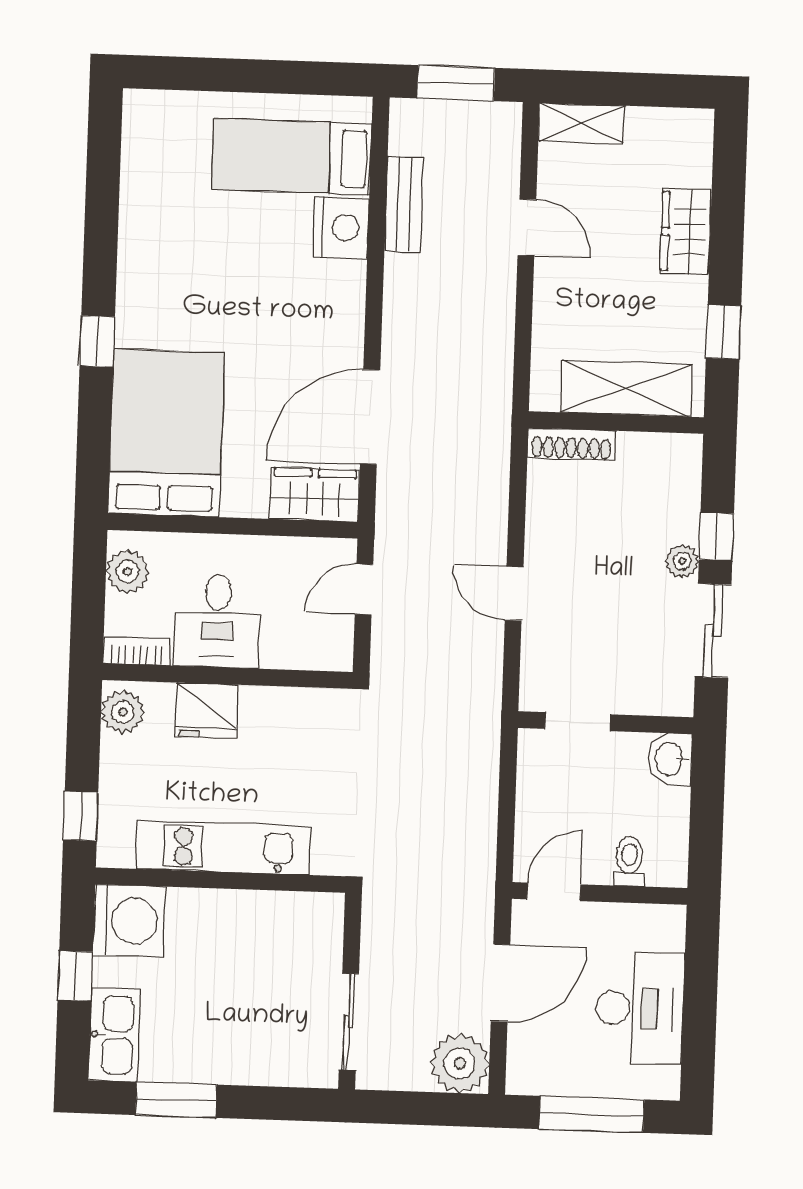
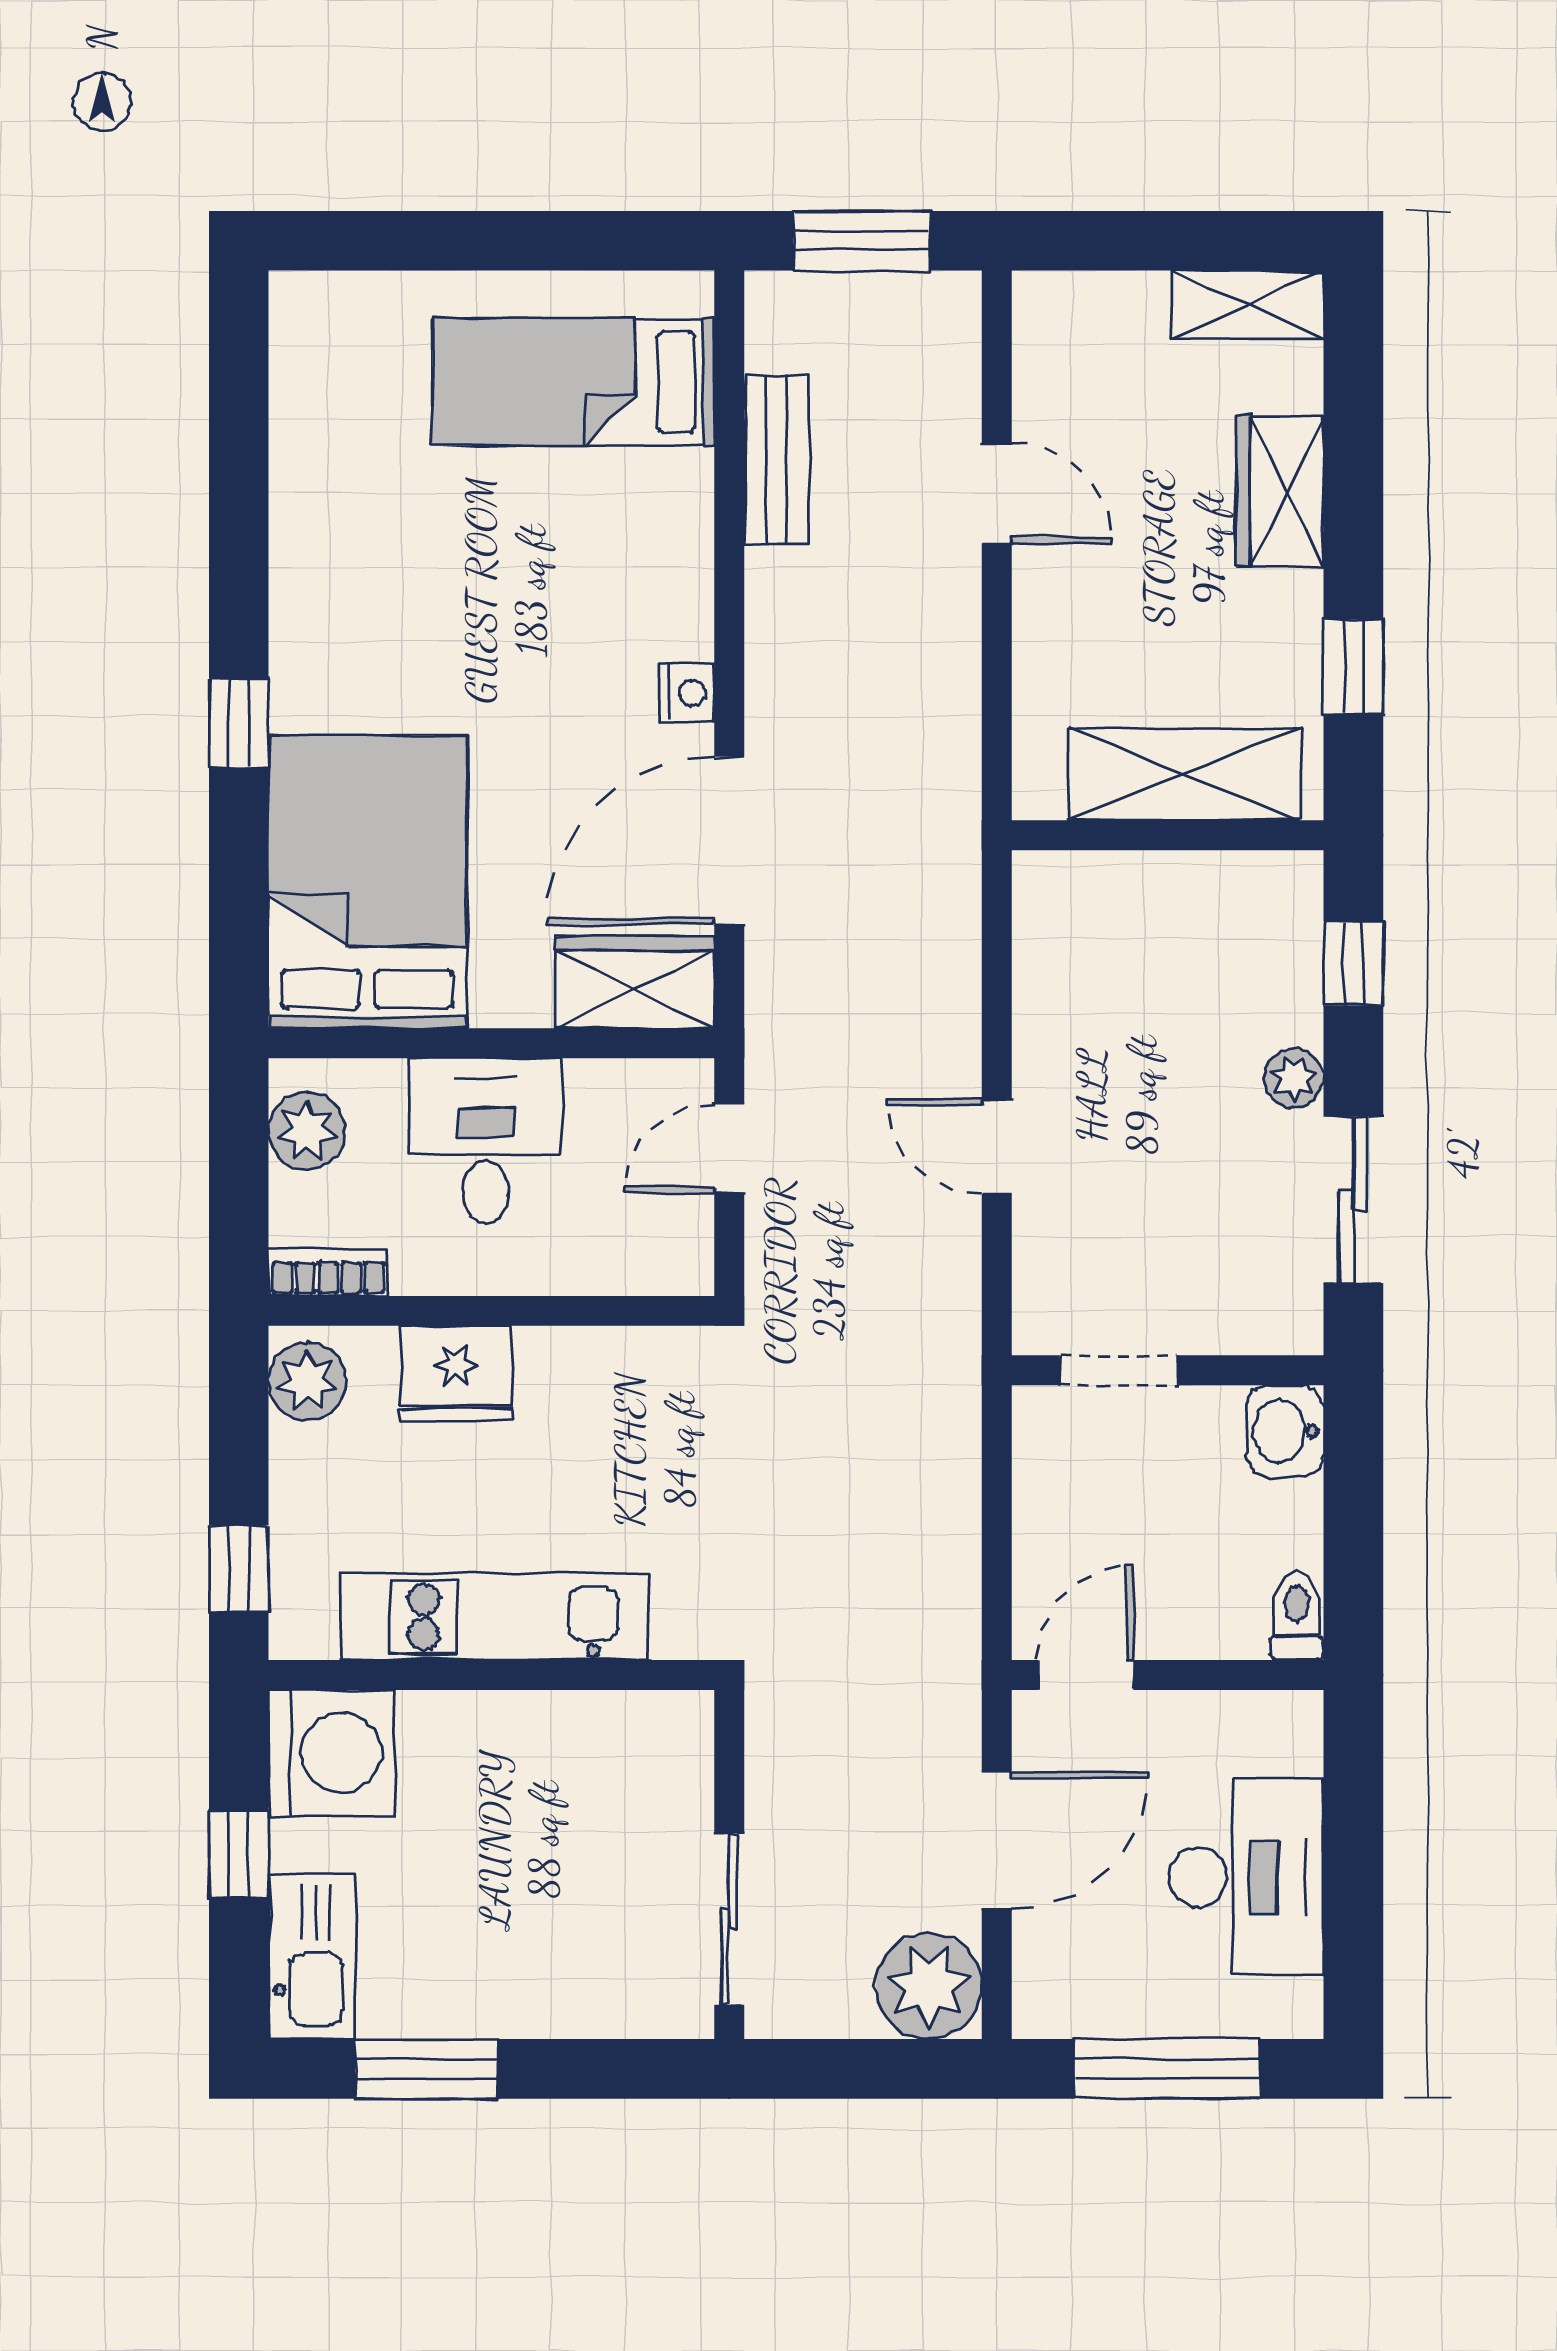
shelving: (581, 123) -> (1248, 305), moved
nightstand: (341, 228) -> (687, 693), moved, width x0.53, depth x0.56
shoe rack: (571, 444) -> (1089, 877), removed
window: (716, 537) -> (1353, 963), moved
desk: (218, 621) -> (486, 1141), moved, turned 180
toilet: (629, 861) -> (1297, 1616), moved

